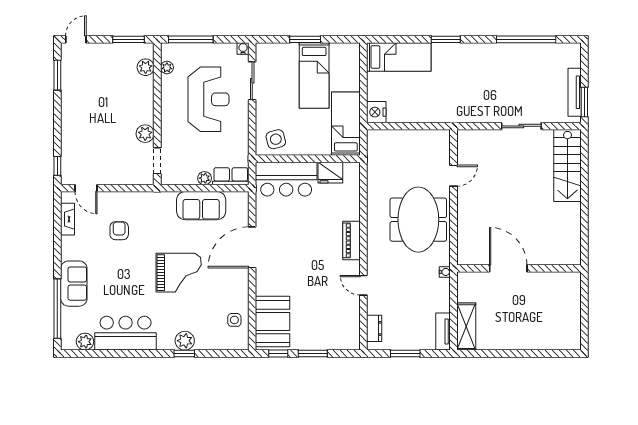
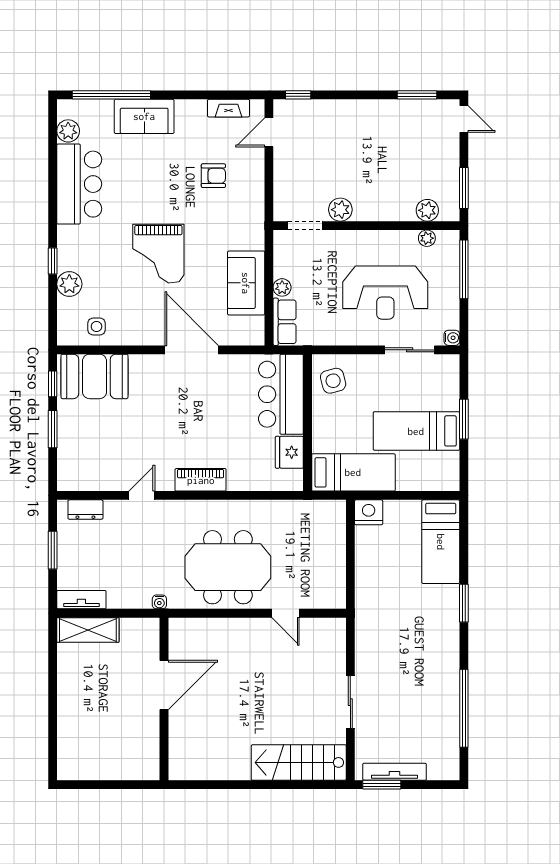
plant: (185, 341) -> (69, 284), moved

